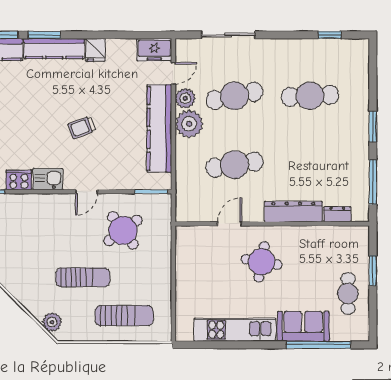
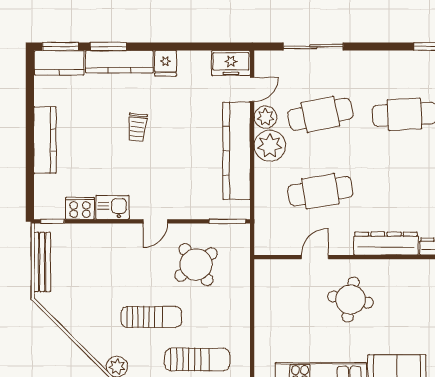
trolley: (82, 127) -> (137, 127), moved, turned -64

